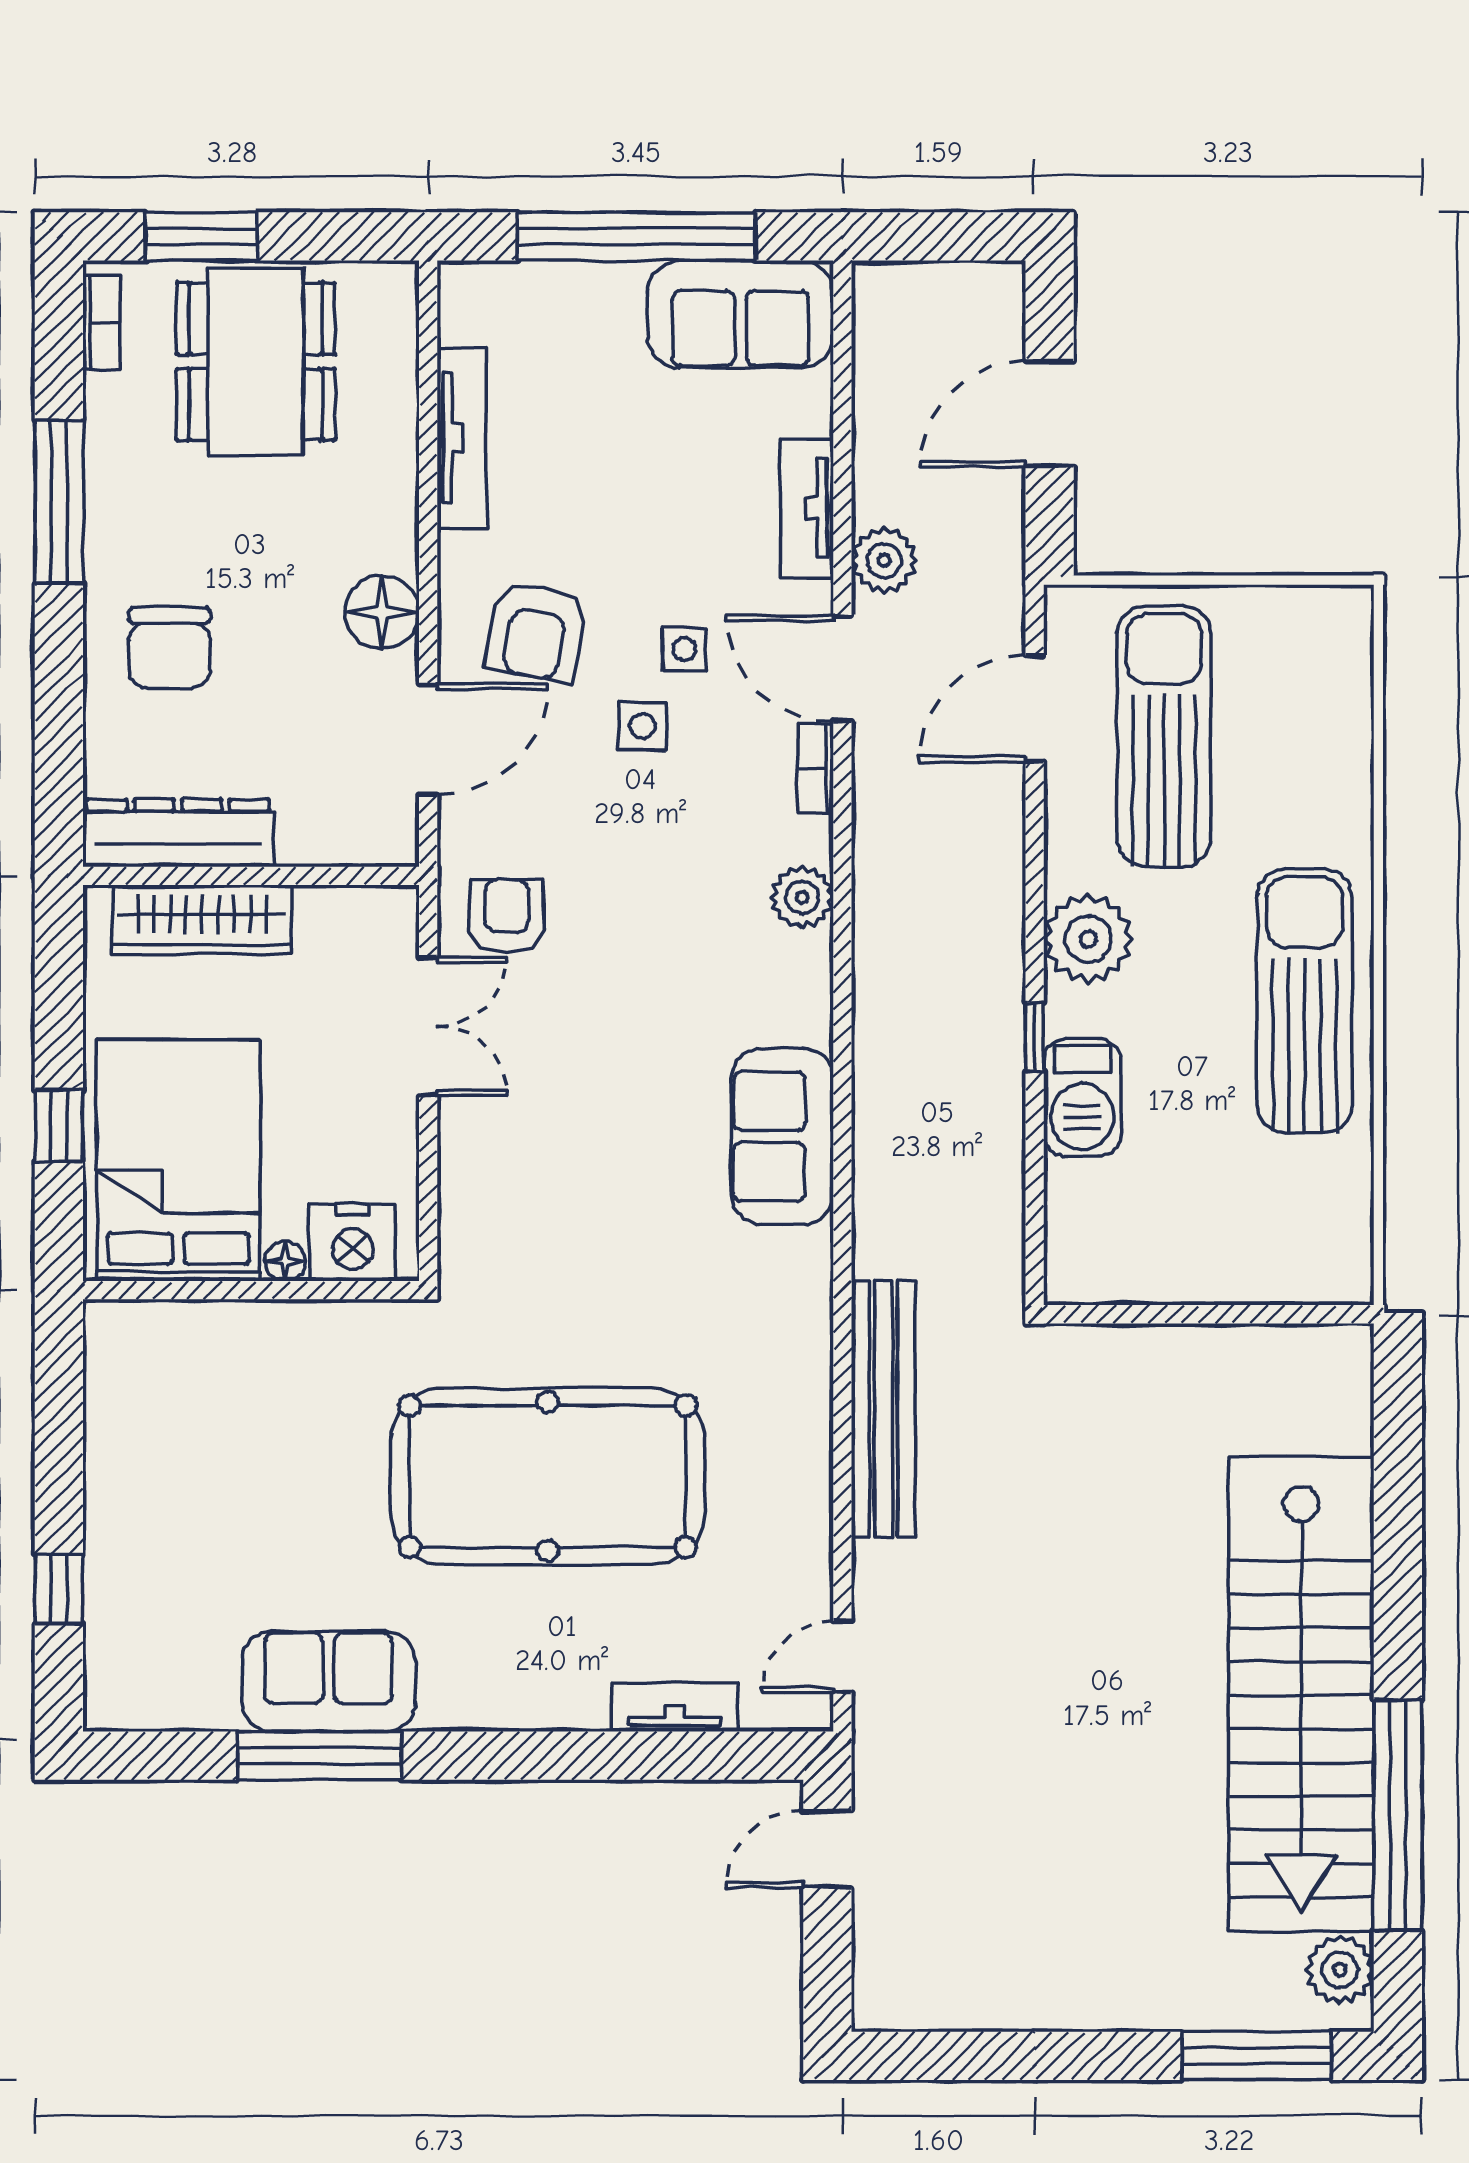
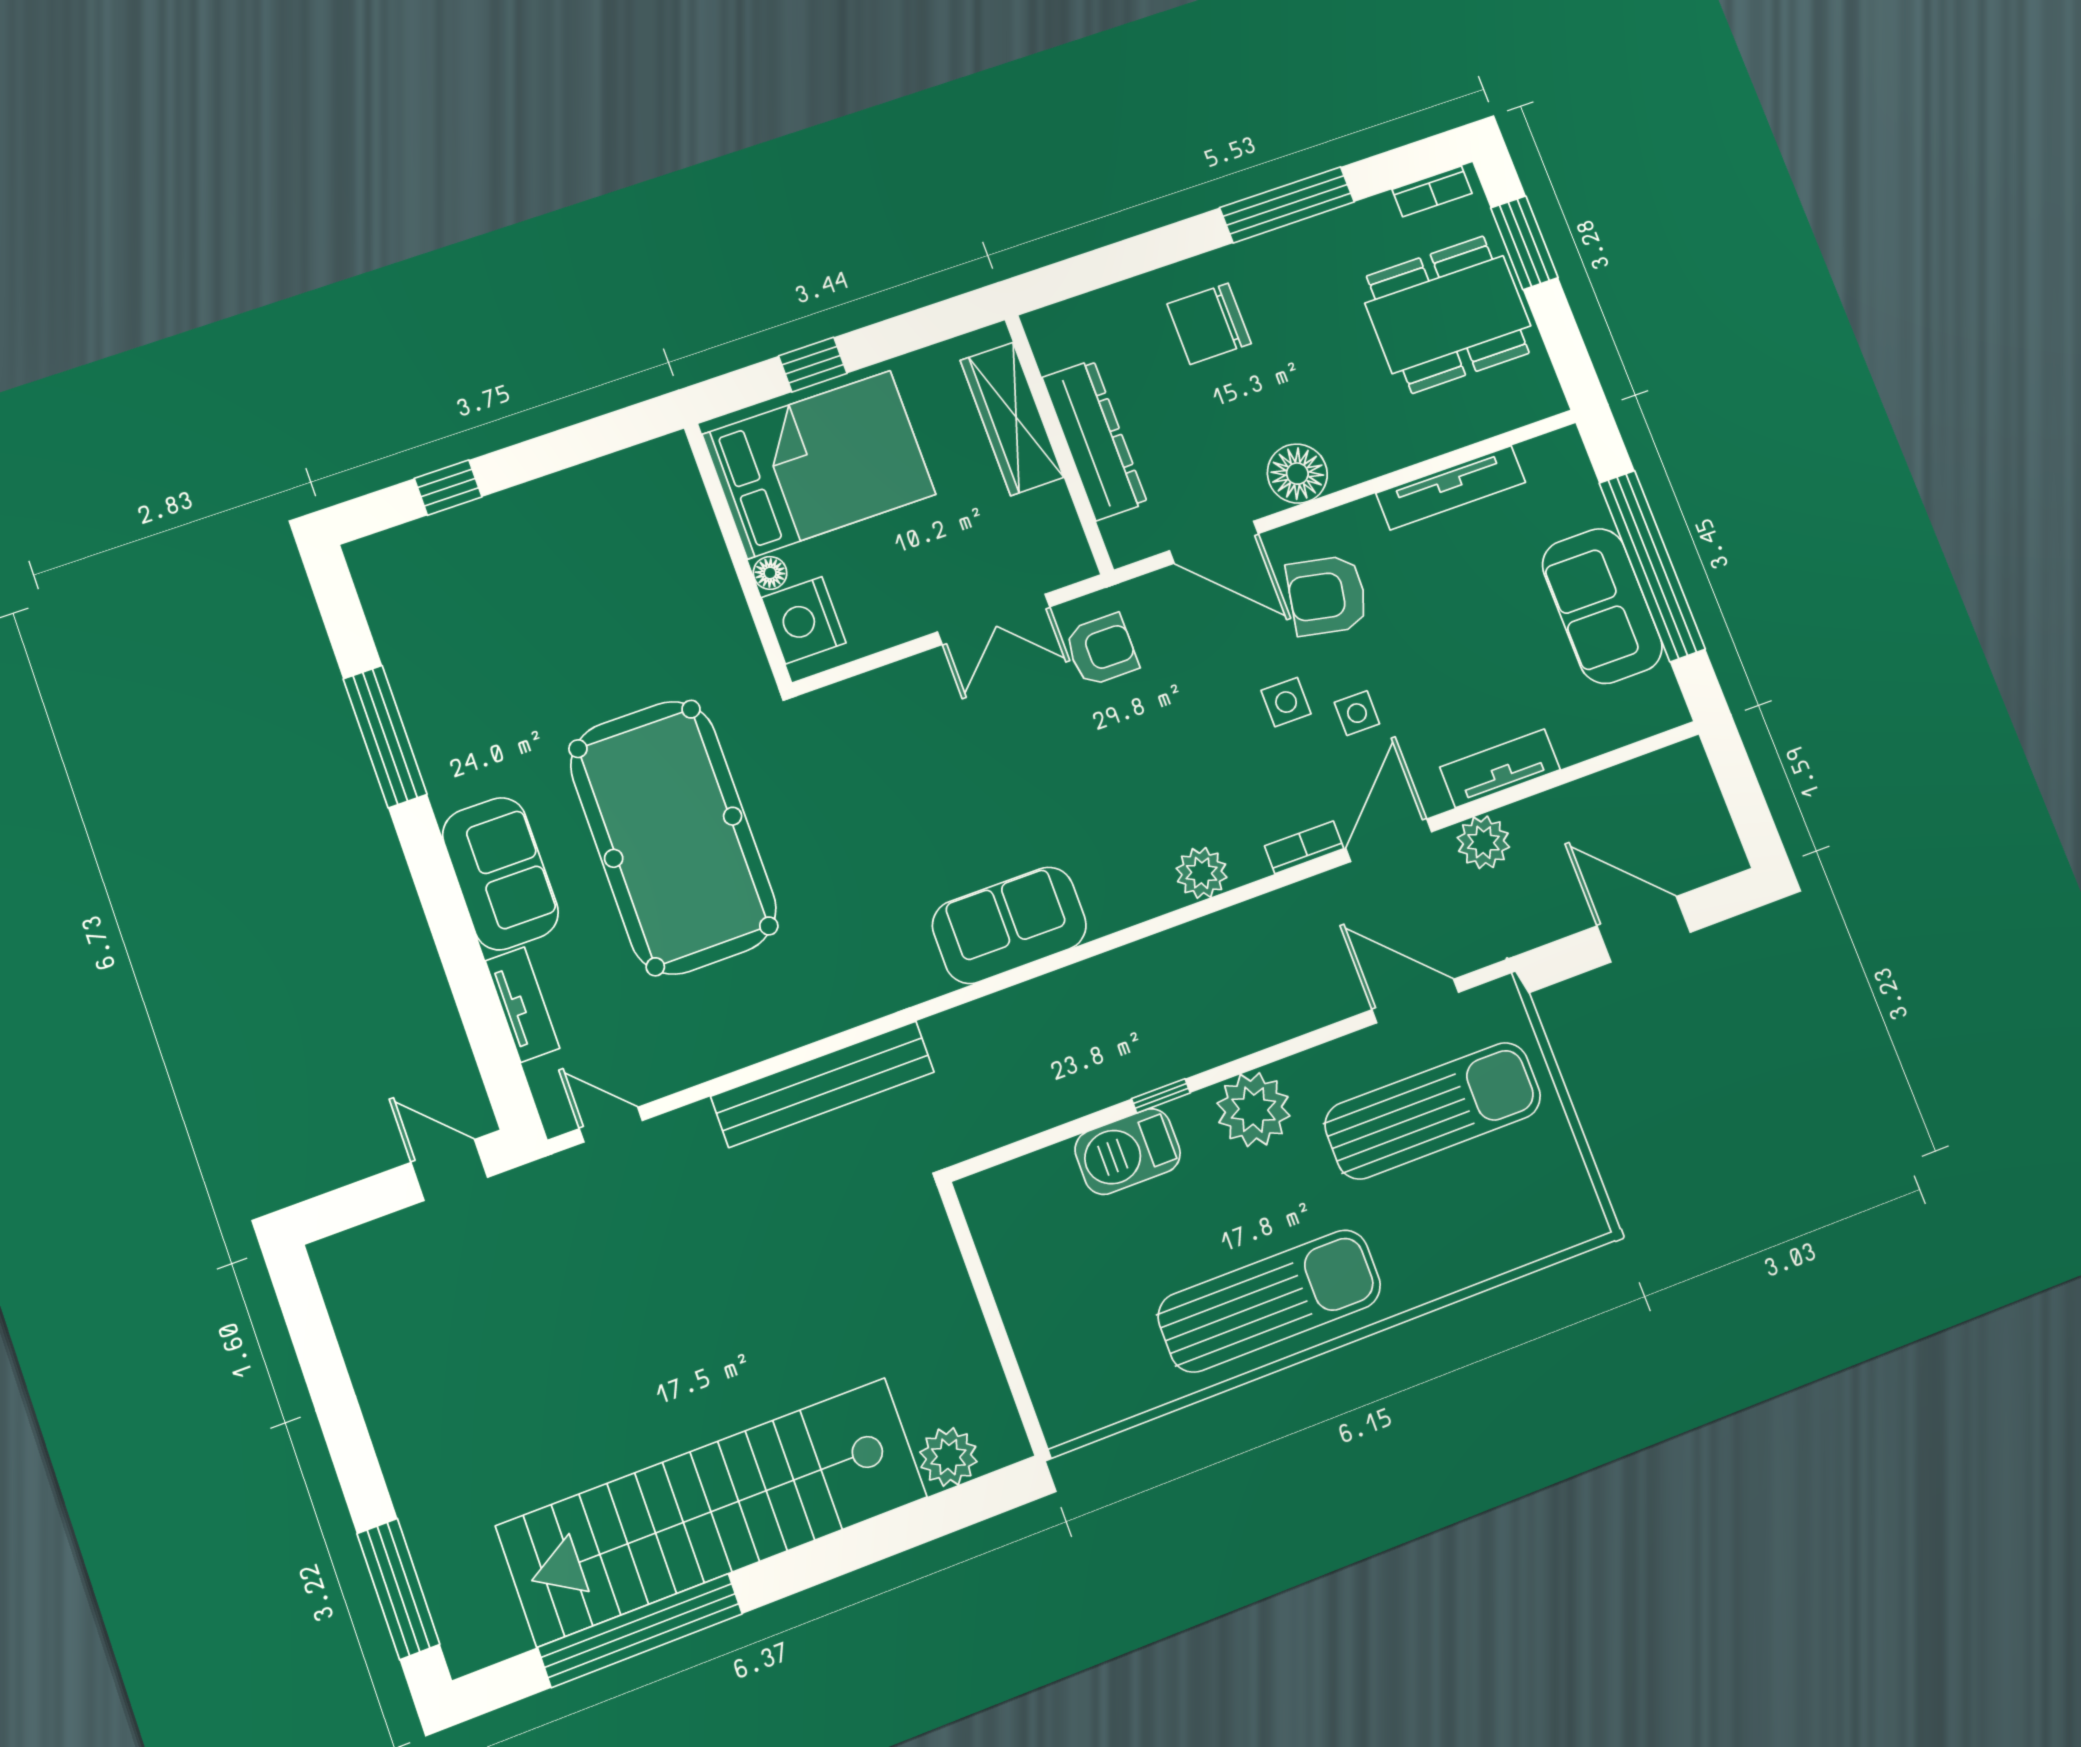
sofa: (741, 314) -> (1602, 606), moved
dresser: (178, 833) -> (1095, 440), moved
sofa: (329, 1681) -> (500, 874), moved
plant: (1340, 1970) -> (948, 1457), moved

